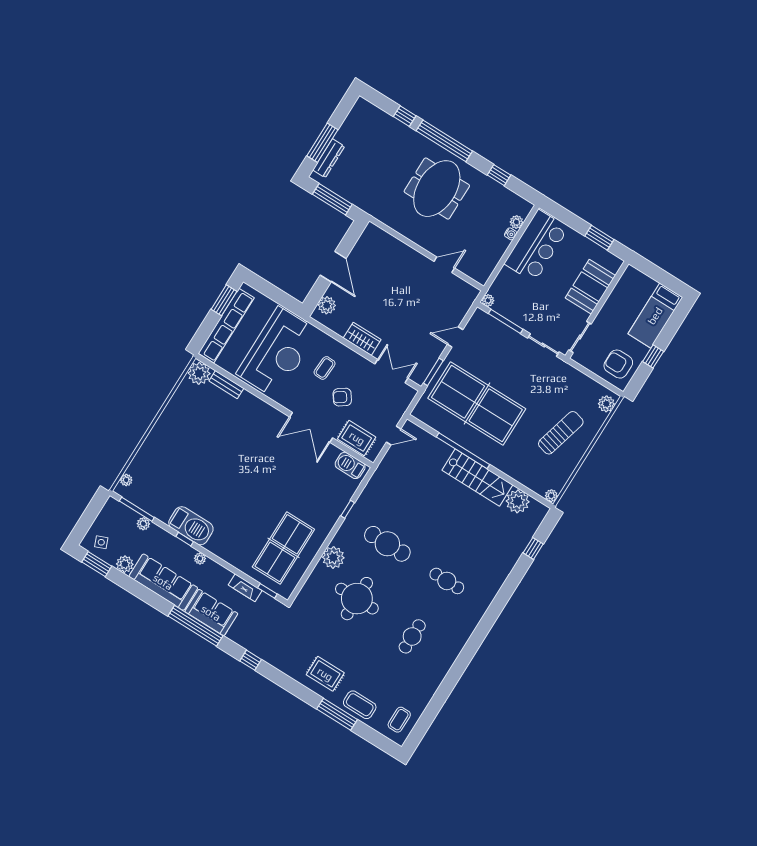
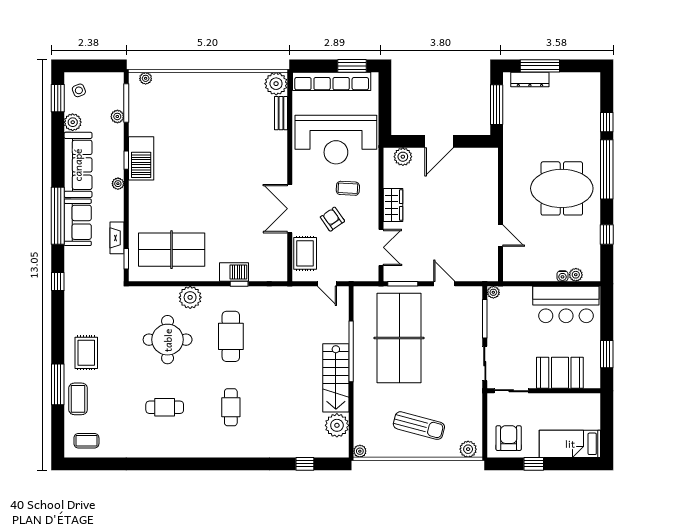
barbecue: (350, 465) -> (234, 272), moved, turned 90

